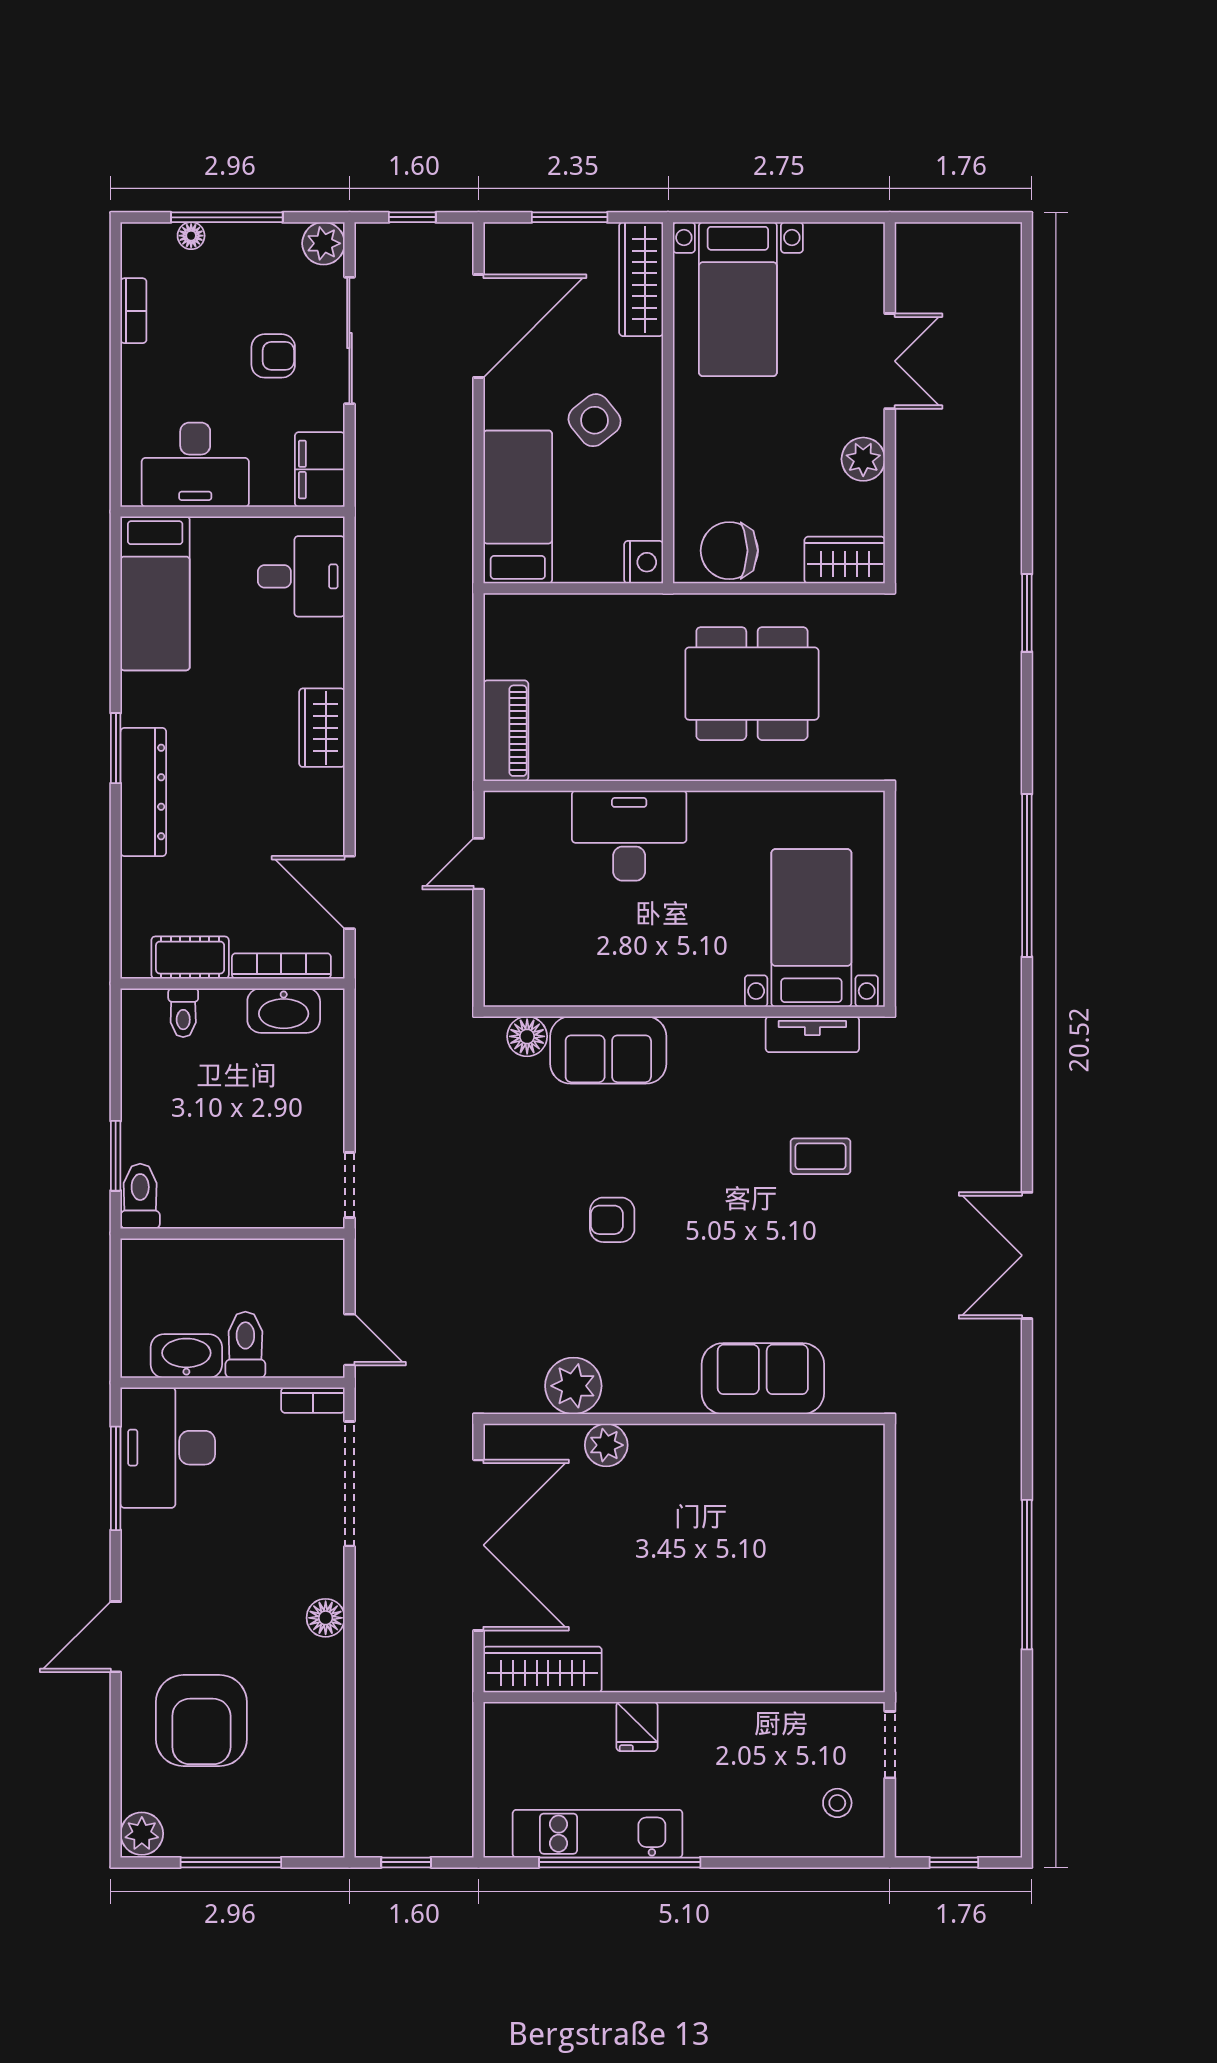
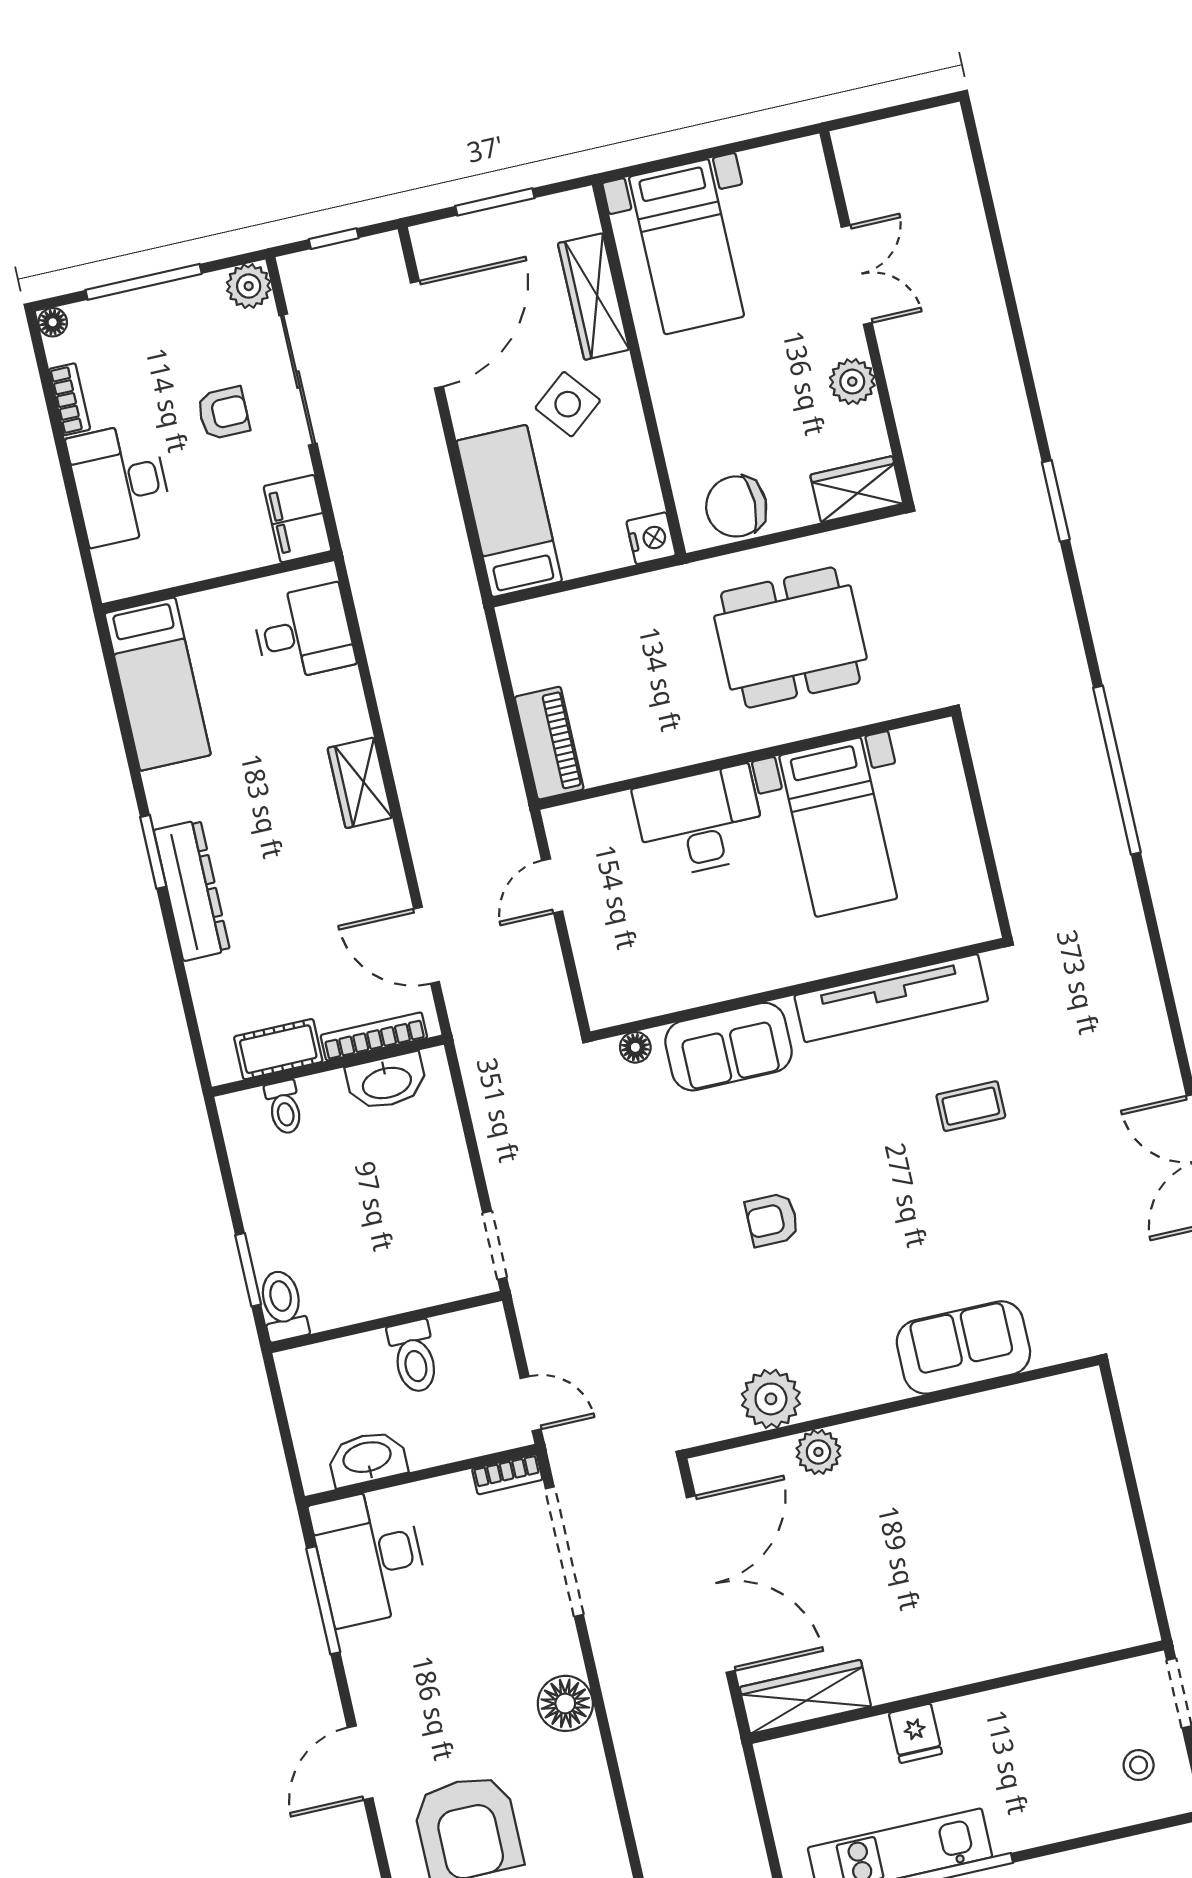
floor lamp: (191, 236) -> (53, 322), moved
wardrobe: (641, 279) -> (594, 296), moved
desk: (195, 465) -> (120, 484), moved, turned 90
bed with nightstands: (811, 928) -> (838, 827), moved, turned 180
tv unit: (812, 1034) -> (891, 998), width x1.92, depth x1.29
floor lamp: (527, 1036) -> (635, 1047), width x0.73, depth x0.73
toilet: (245, 1345) -> (414, 1357), moved, turned 180
floor lamp: (326, 1618) -> (565, 1703), width x1.38, depth x1.38

